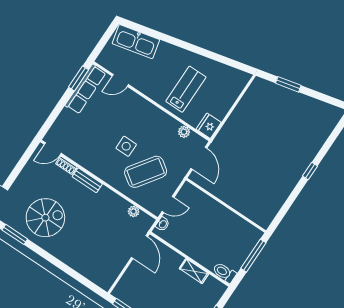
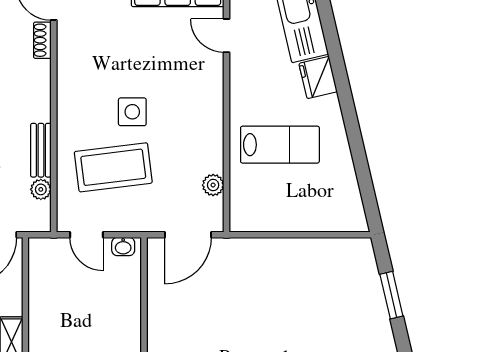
fridge: (209, 126) -> (318, 78), moved, turned -103
coffee table: (146, 172) -> (113, 167), turned -42
bench: (87, 180) -> (41, 150), moved
washbasin: (163, 224) -> (123, 246), moved

